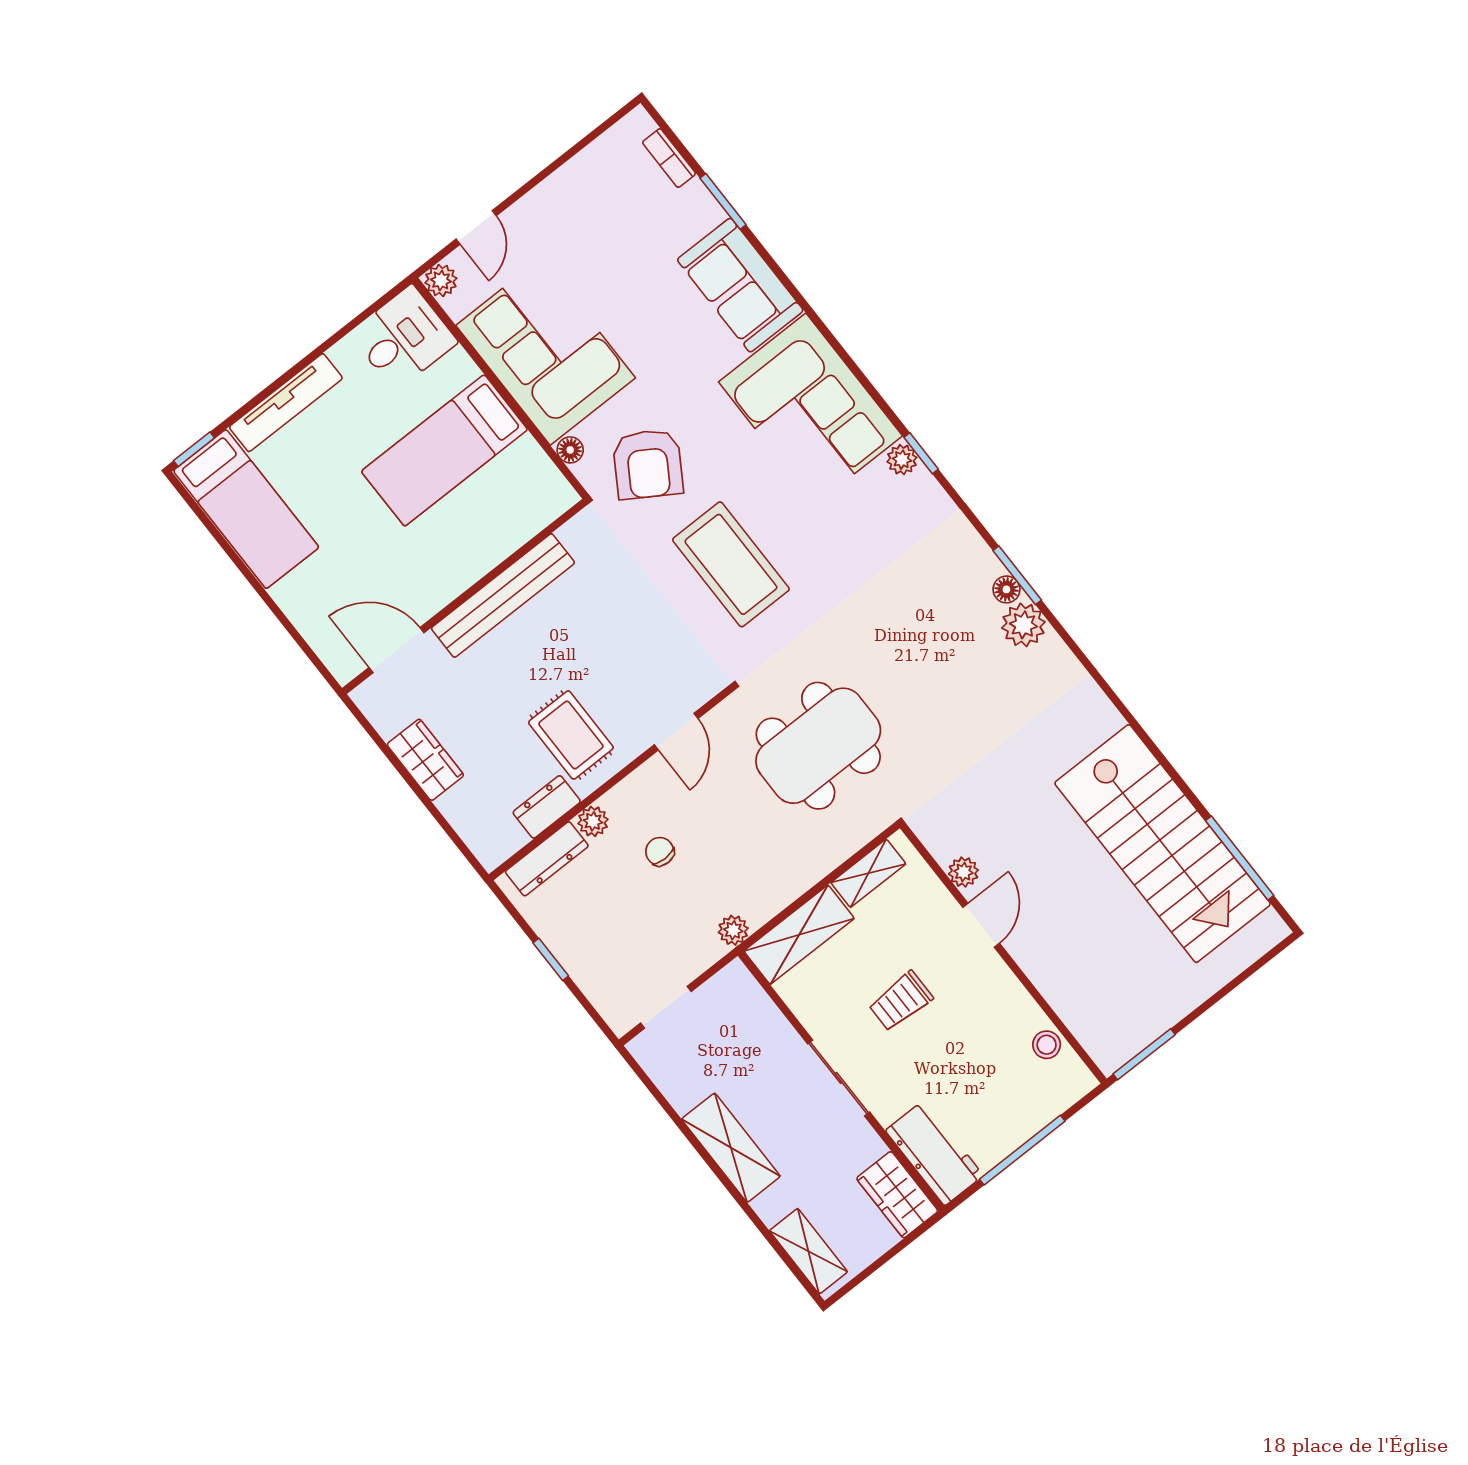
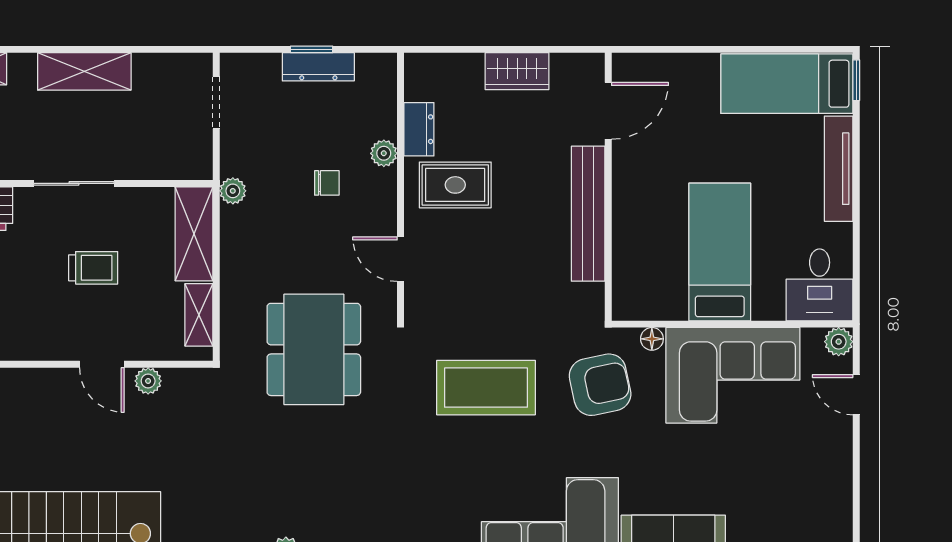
armchair: (648, 464) -> (600, 385), turned 136
dresser: (547, 859) -> (318, 67), moved, turned -90
trolley: (901, 1001) -> (93, 268), turned 90

